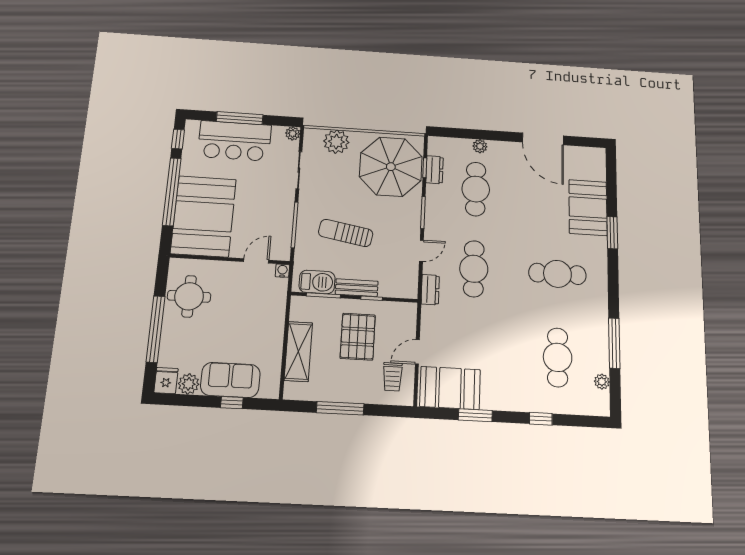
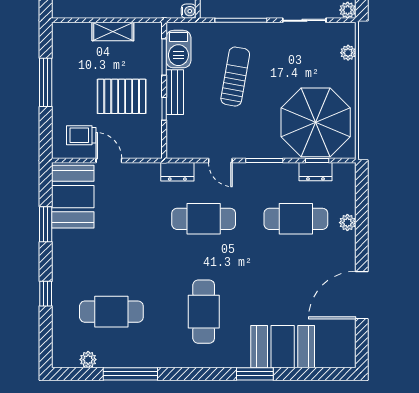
plant: (336, 142) -> (348, 53), width x0.53, depth x0.53
shelving: (298, 351) -> (113, 32), width x0.67, depth x0.75

